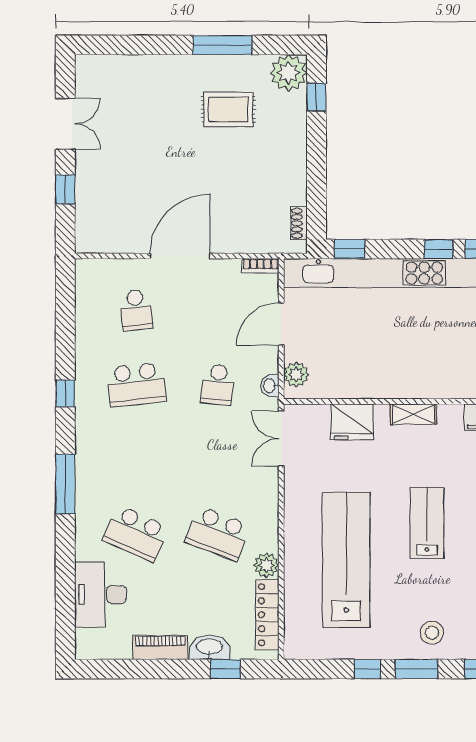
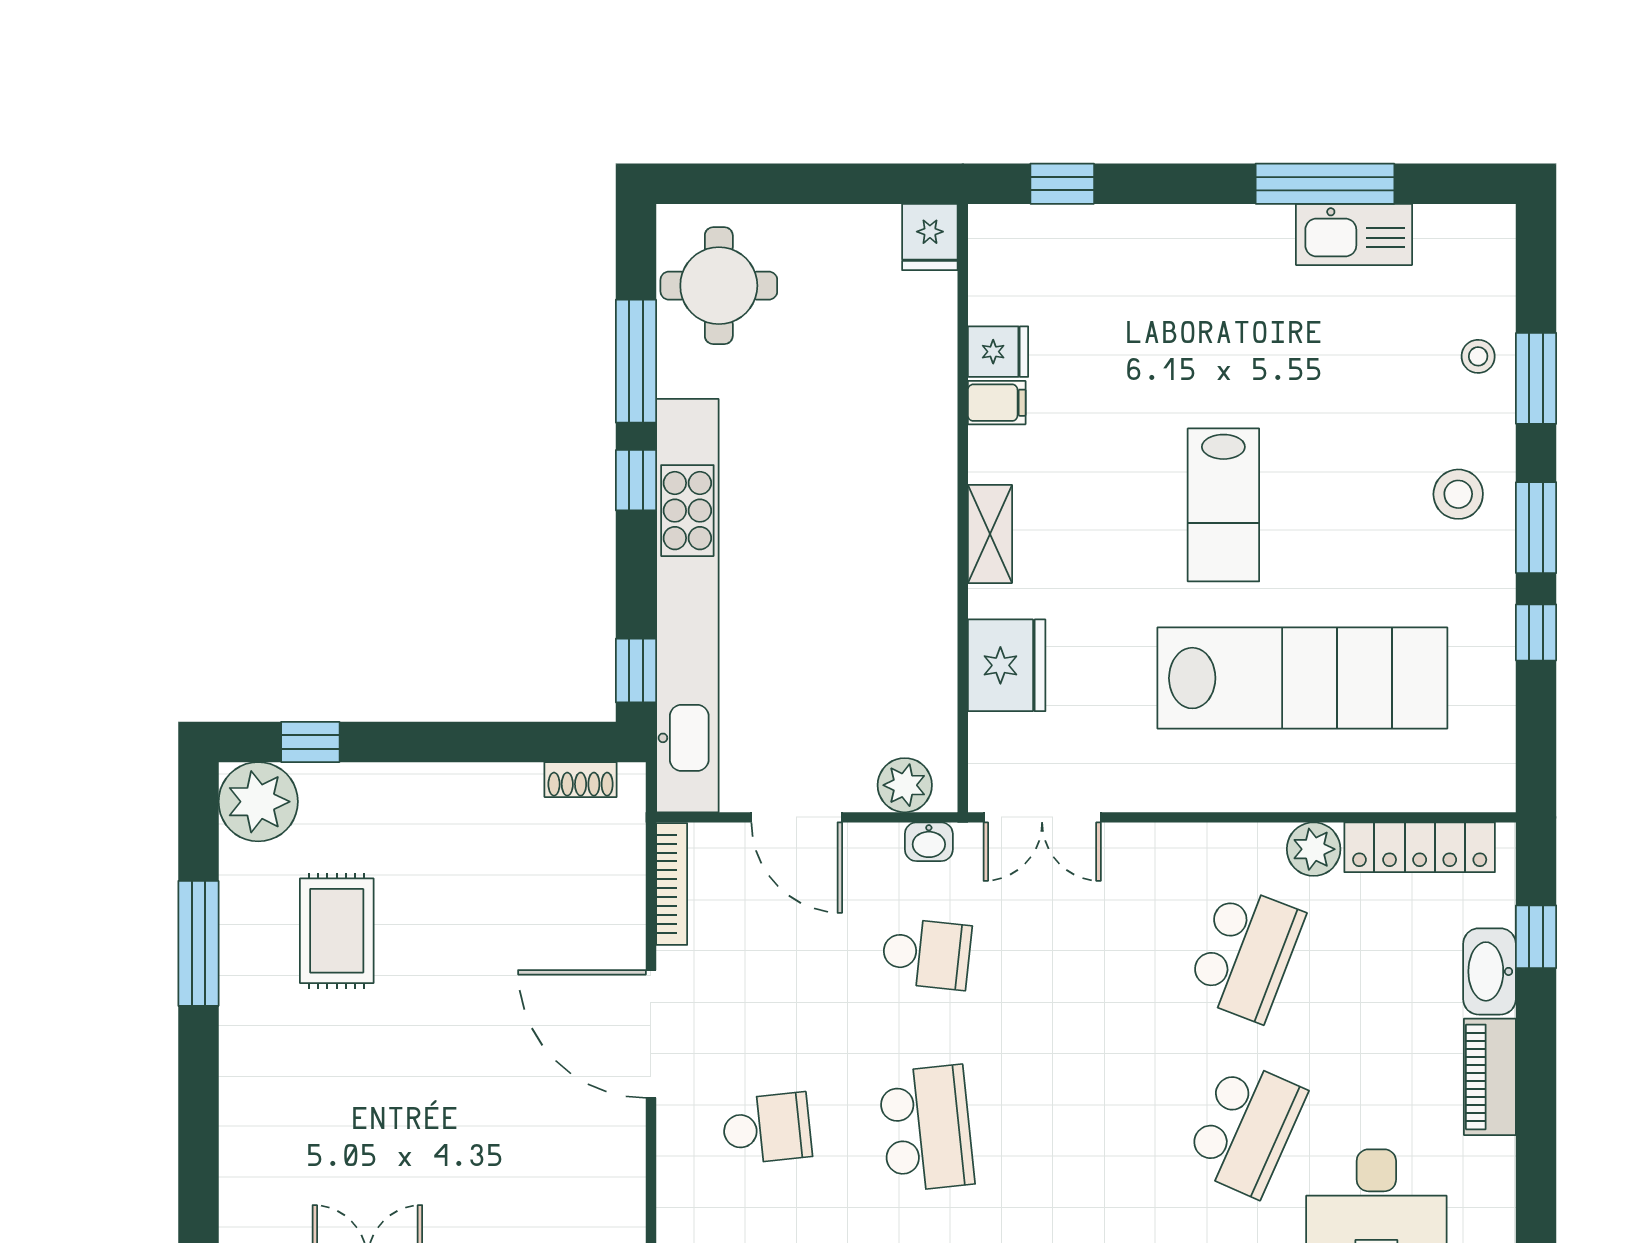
bookcase: (260, 266) -> (672, 884), width x1.56
lab bench: (427, 523) -> (1223, 505), turned -90
lab bench: (346, 560) -> (1302, 678), turned 180

